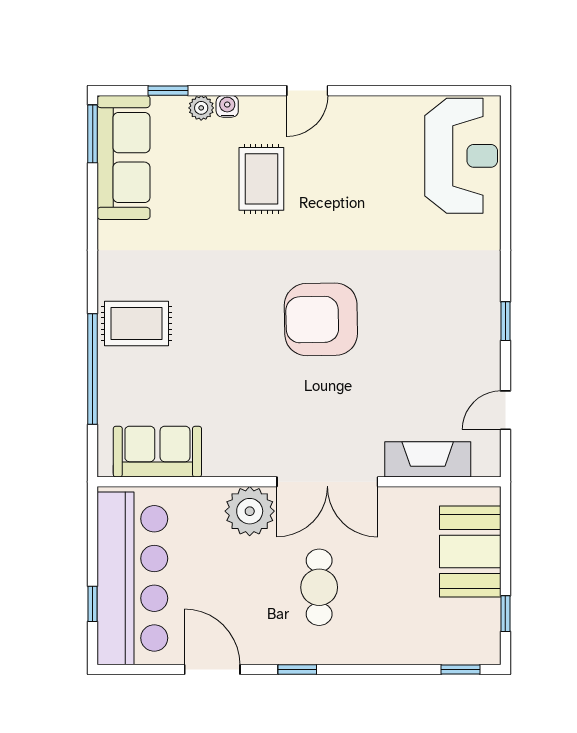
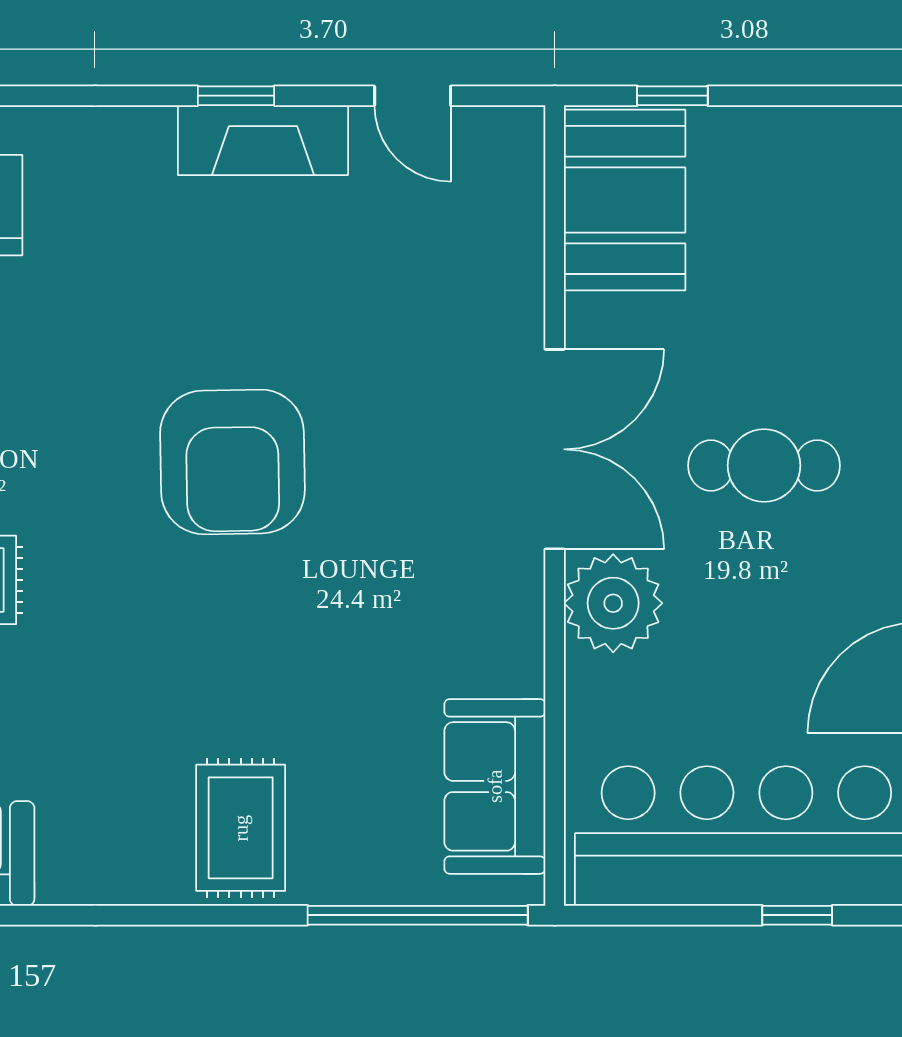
window: (93, 369) -> (418, 915), moved
fireplace: (428, 459) -> (263, 140), moved, turned -90
booth: (470, 551) -> (625, 200), moved, turned 90
window: (505, 614) -> (672, 96), moved

